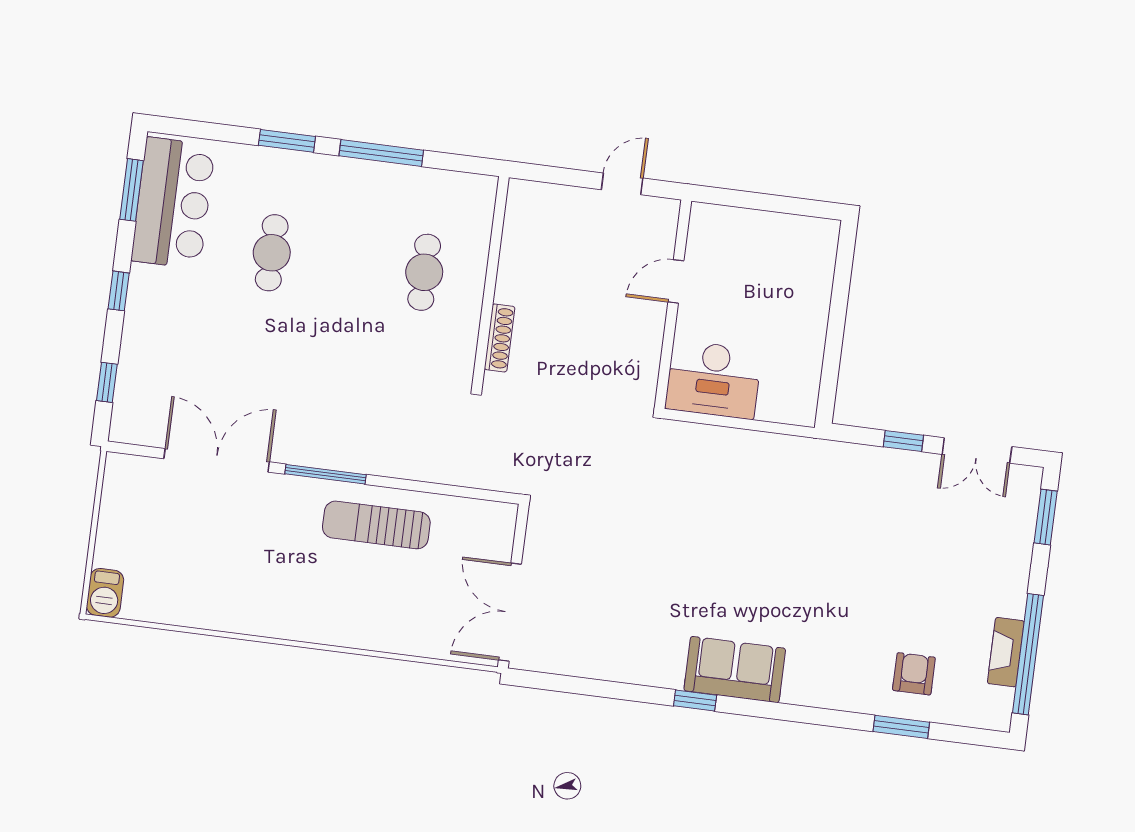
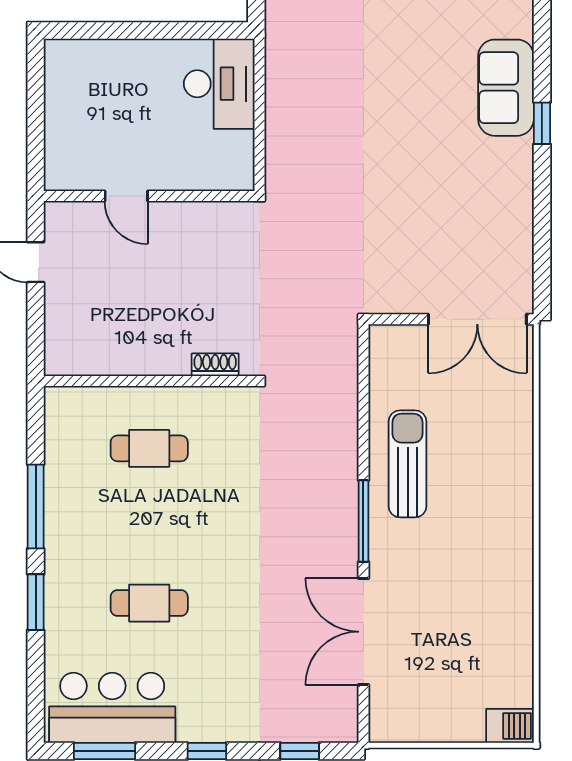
shoe rack: (500, 338) -> (215, 365), width x0.70
desk: (713, 380) -> (219, 84), moved
sun lounger: (376, 525) -> (408, 464), turned 180

